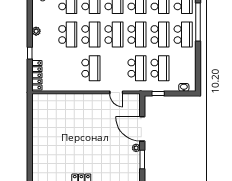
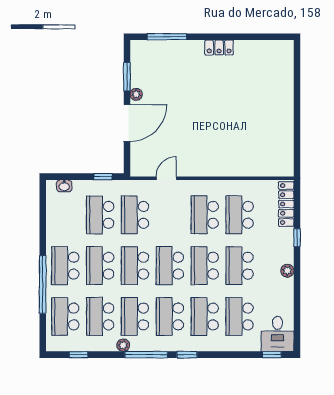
school desk: (68, 68) -> (240, 215), added
door: (116, 92) -> (166, 178), hinge flipped
door: (142, 129) -> (127, 123), hinge flipped

